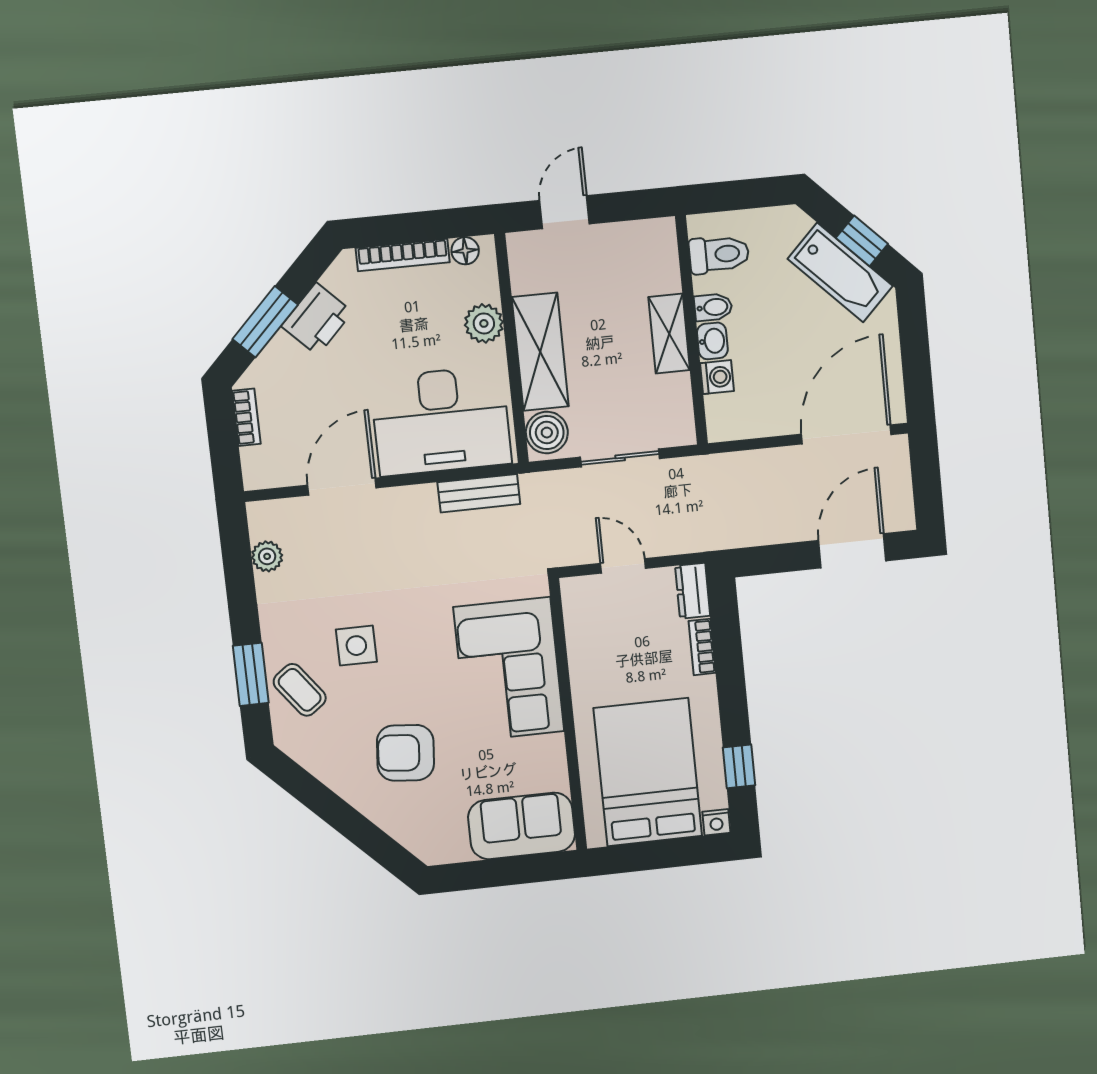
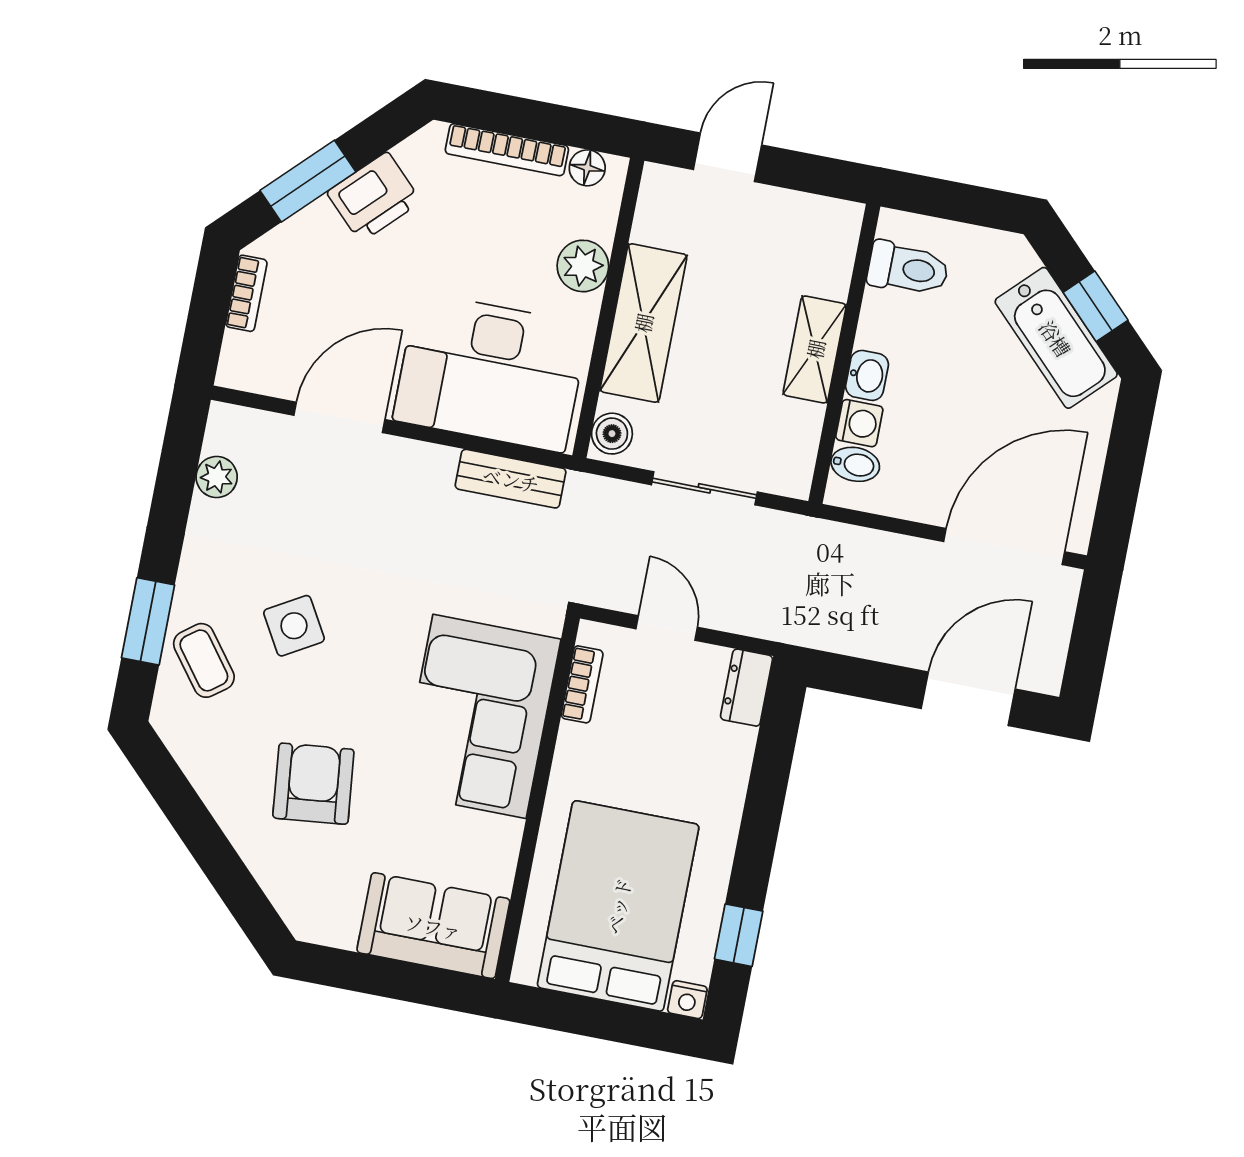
bidet: (713, 307) -> (855, 464), moved
boiler: (547, 433) -> (612, 434), width x0.73, depth x0.73
side table: (356, 646) -> (294, 626), turned -30
bookcase: (702, 647) -> (582, 684), moved, turned 180
armchair: (405, 753) -> (313, 784), turned 79

